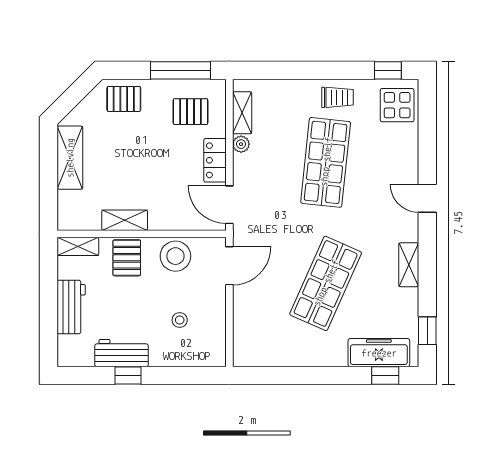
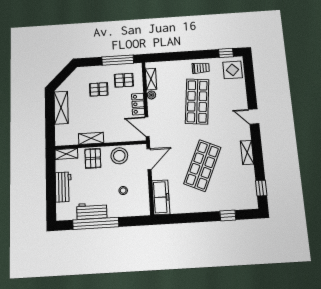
pallet: (124, 99) -> (99, 89), moved
freezer: (379, 353) -> (161, 197), moved, turned 90
window: (128, 376) -> (96, 223), width x3.17
window: (385, 376) -> (228, 215), moved

